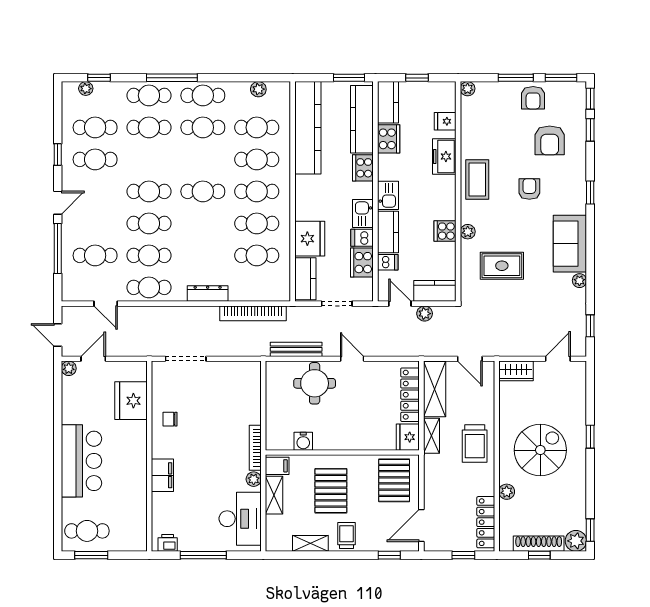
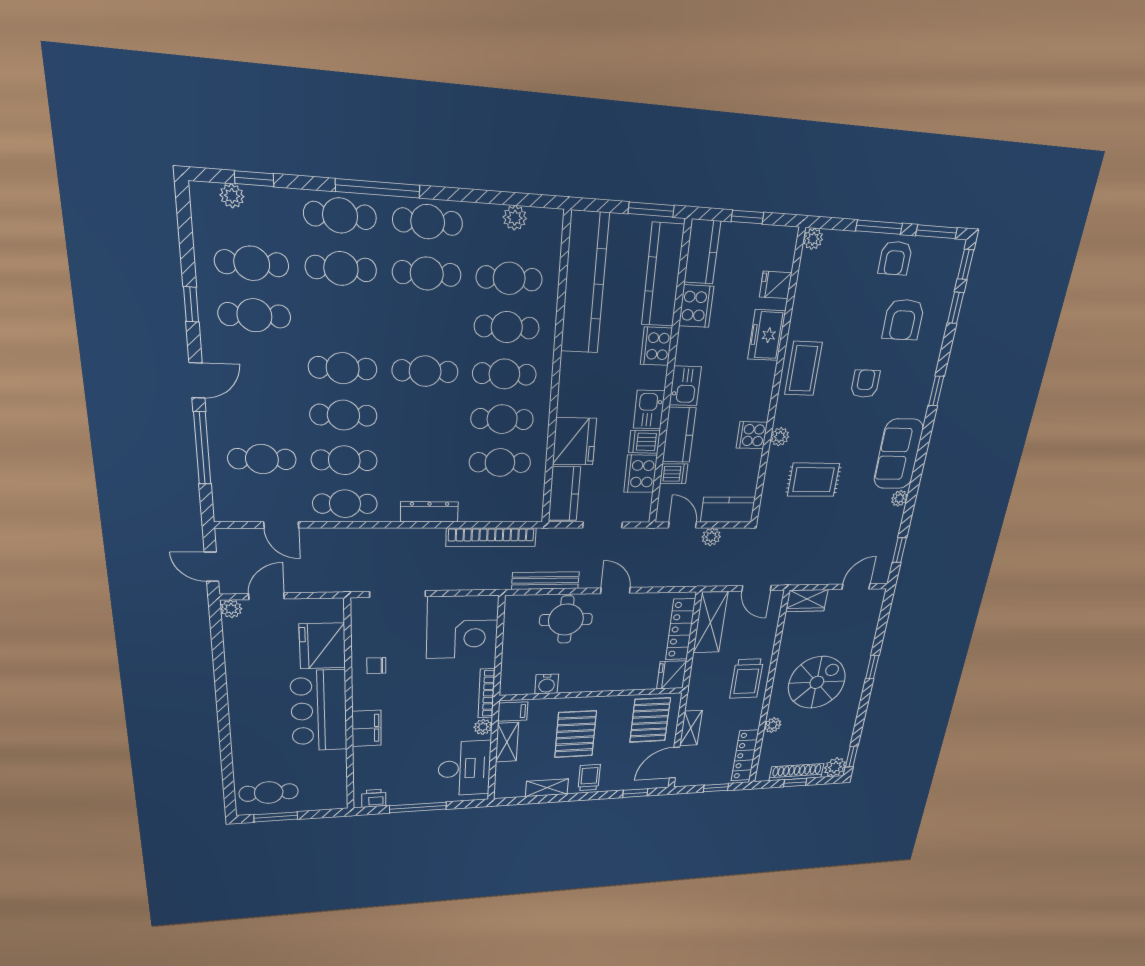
corner desk: (234, 388) -> (462, 627), added
shelving: (431, 436) -> (691, 728), moved
bar counter: (81, 461) -> (319, 711), moved, turned 180

